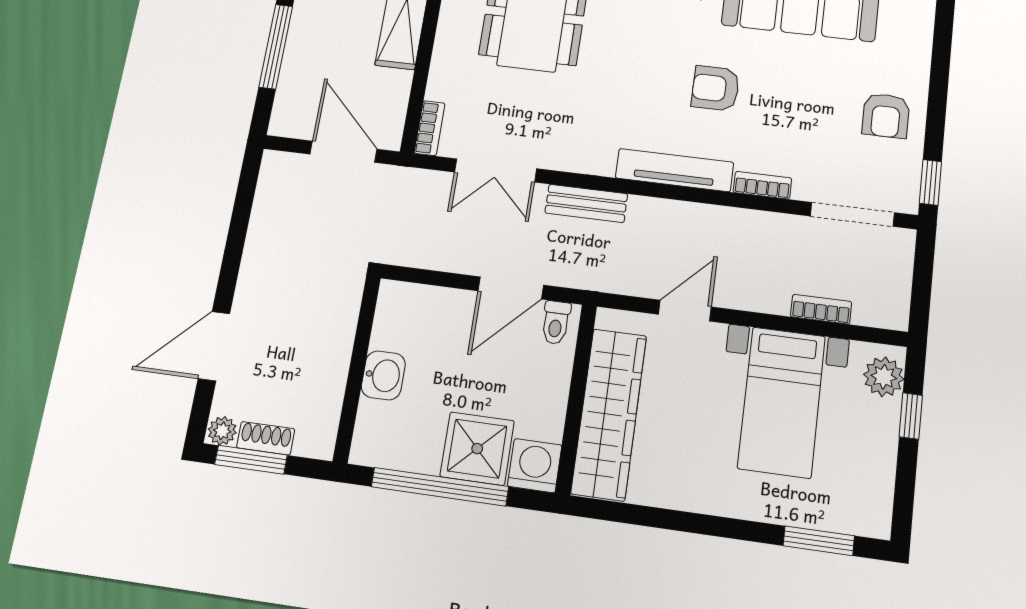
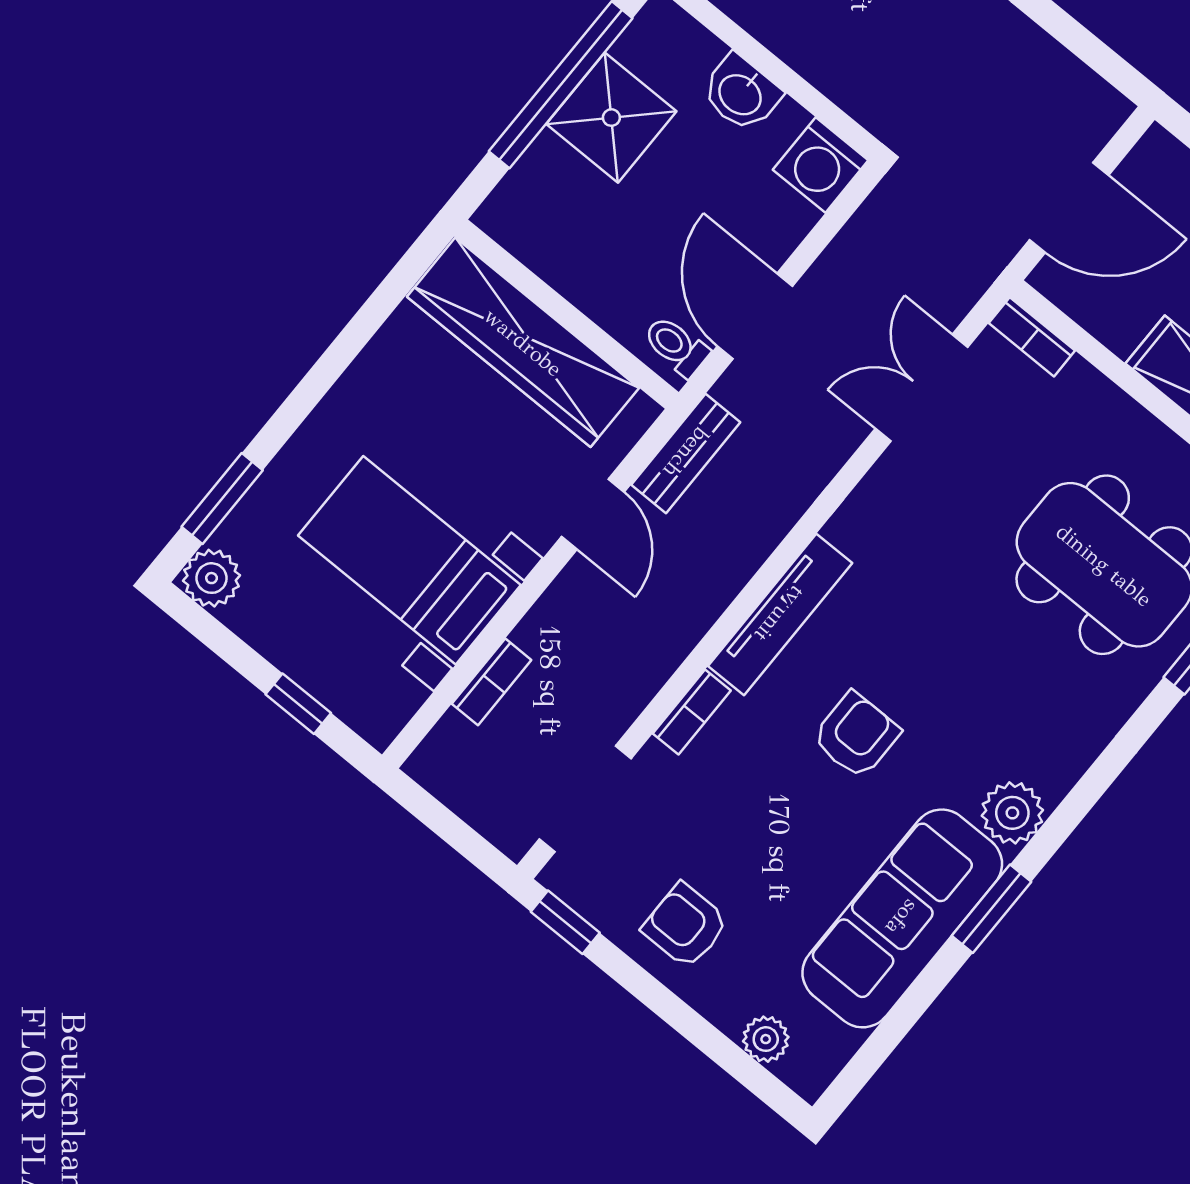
plant: (918, 35) -> (766, 1039), added
bench: (586, 203) -> (686, 453), moved
plant: (884, 377) -> (212, 578), moved
shower: (477, 449) -> (611, 118), moved
washing machine: (535, 466) -> (821, 165), moved, turned 90

